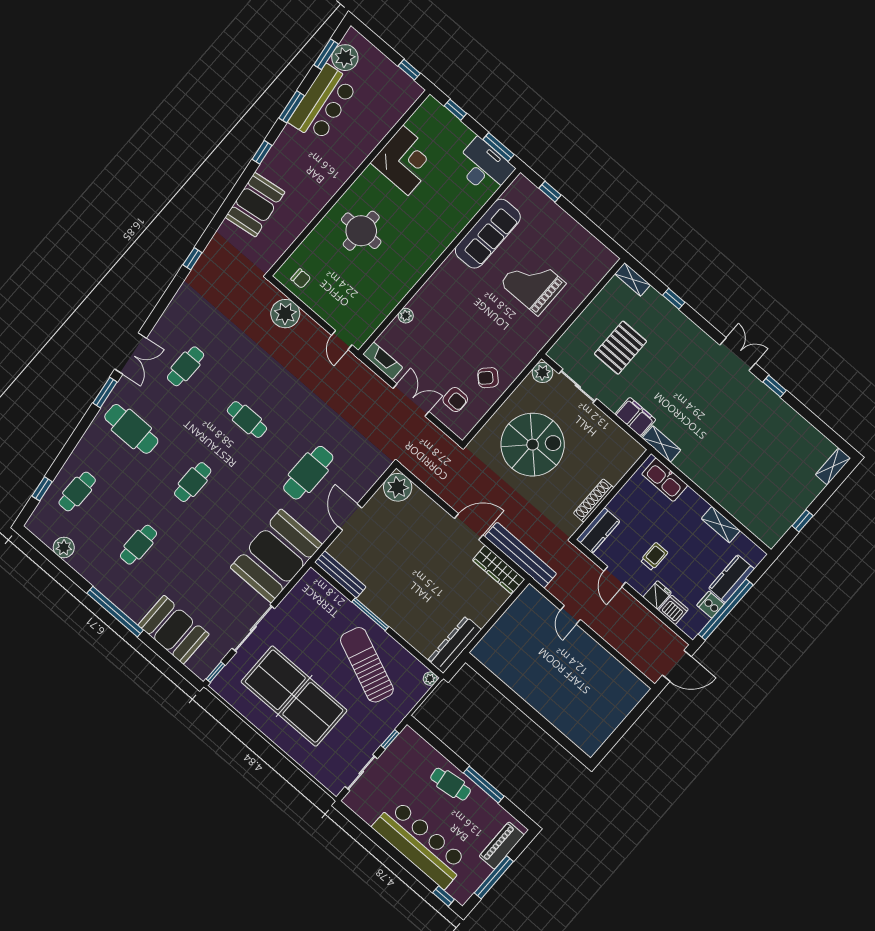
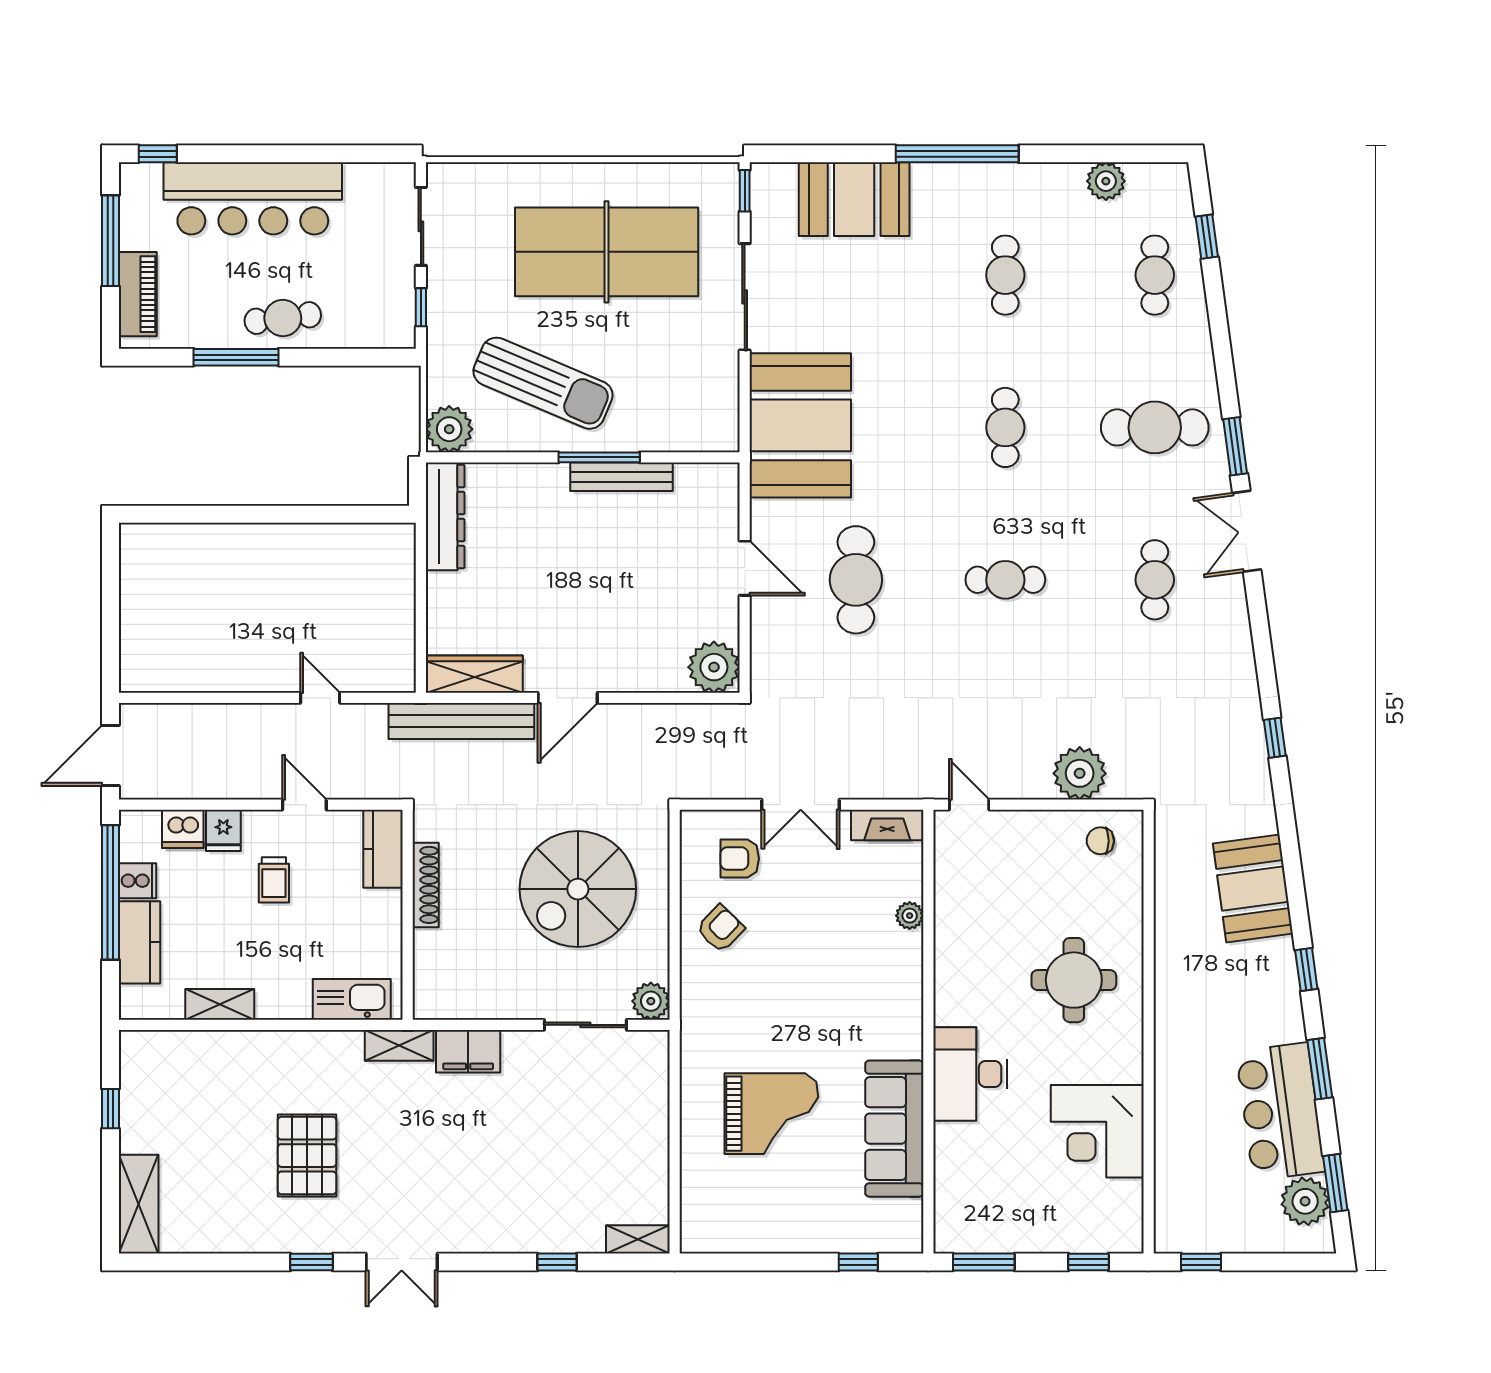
desk: (484, 167) -> (970, 1074), moved, turned 90
pallet: (621, 348) -> (307, 1156), moved
shelving: (833, 466) -> (139, 1204), width x1.50, depth x1.33
bench: (340, 574) -> (621, 477), moved
plant: (430, 679) -> (449, 429), width x1.87, depth x1.87

